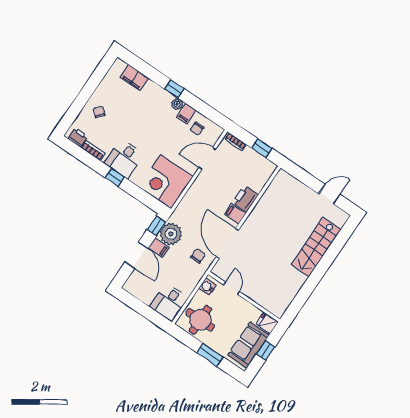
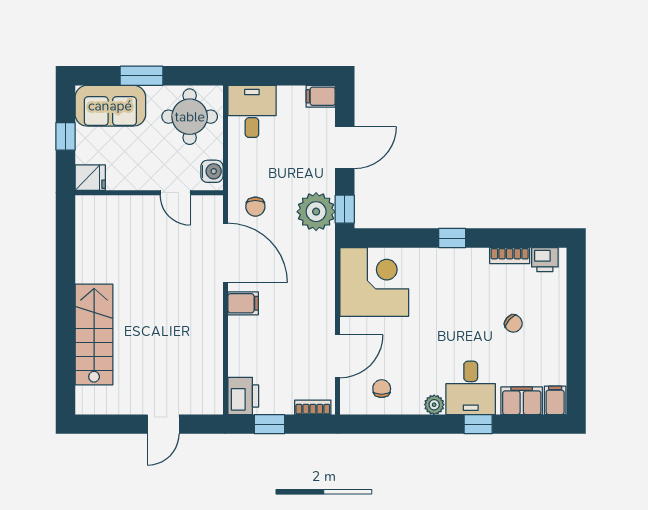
window: (174, 89) -> (478, 424), moved
chair: (99, 112) -> (513, 323), moved
filing cabinet: (186, 113) -> (555, 400), moved
desk: (124, 159) -> (471, 388), moved, turned 180
door: (329, 194) -> (163, 424), moved
printer: (245, 199) -> (243, 396), moved
filing cabinet: (158, 248) -> (321, 96), moved
door: (137, 255) -> (345, 148), swing flipped
sofa: (249, 345) -> (110, 106), moved, turned 90

